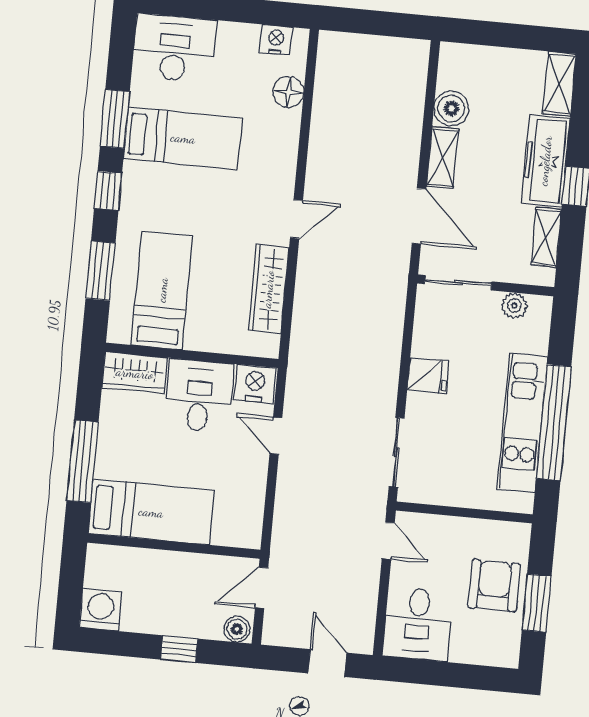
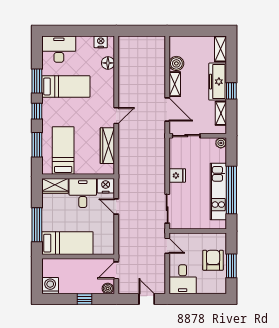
plant: (514, 306) -> (221, 143), moved

